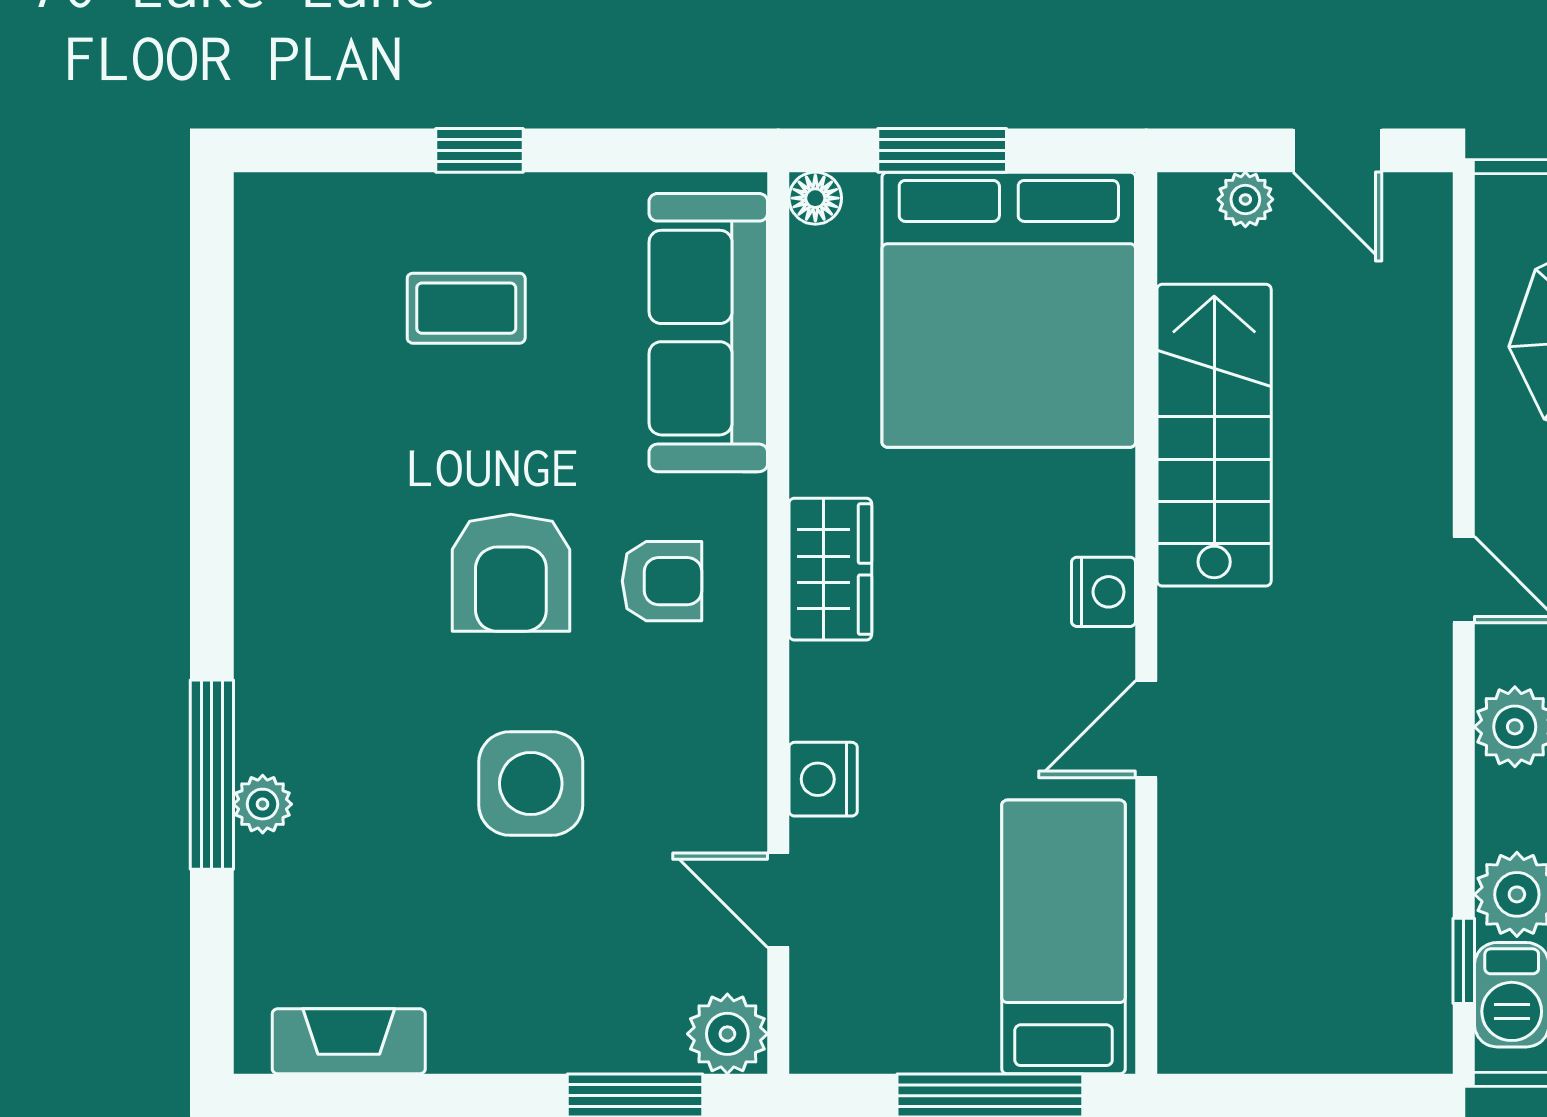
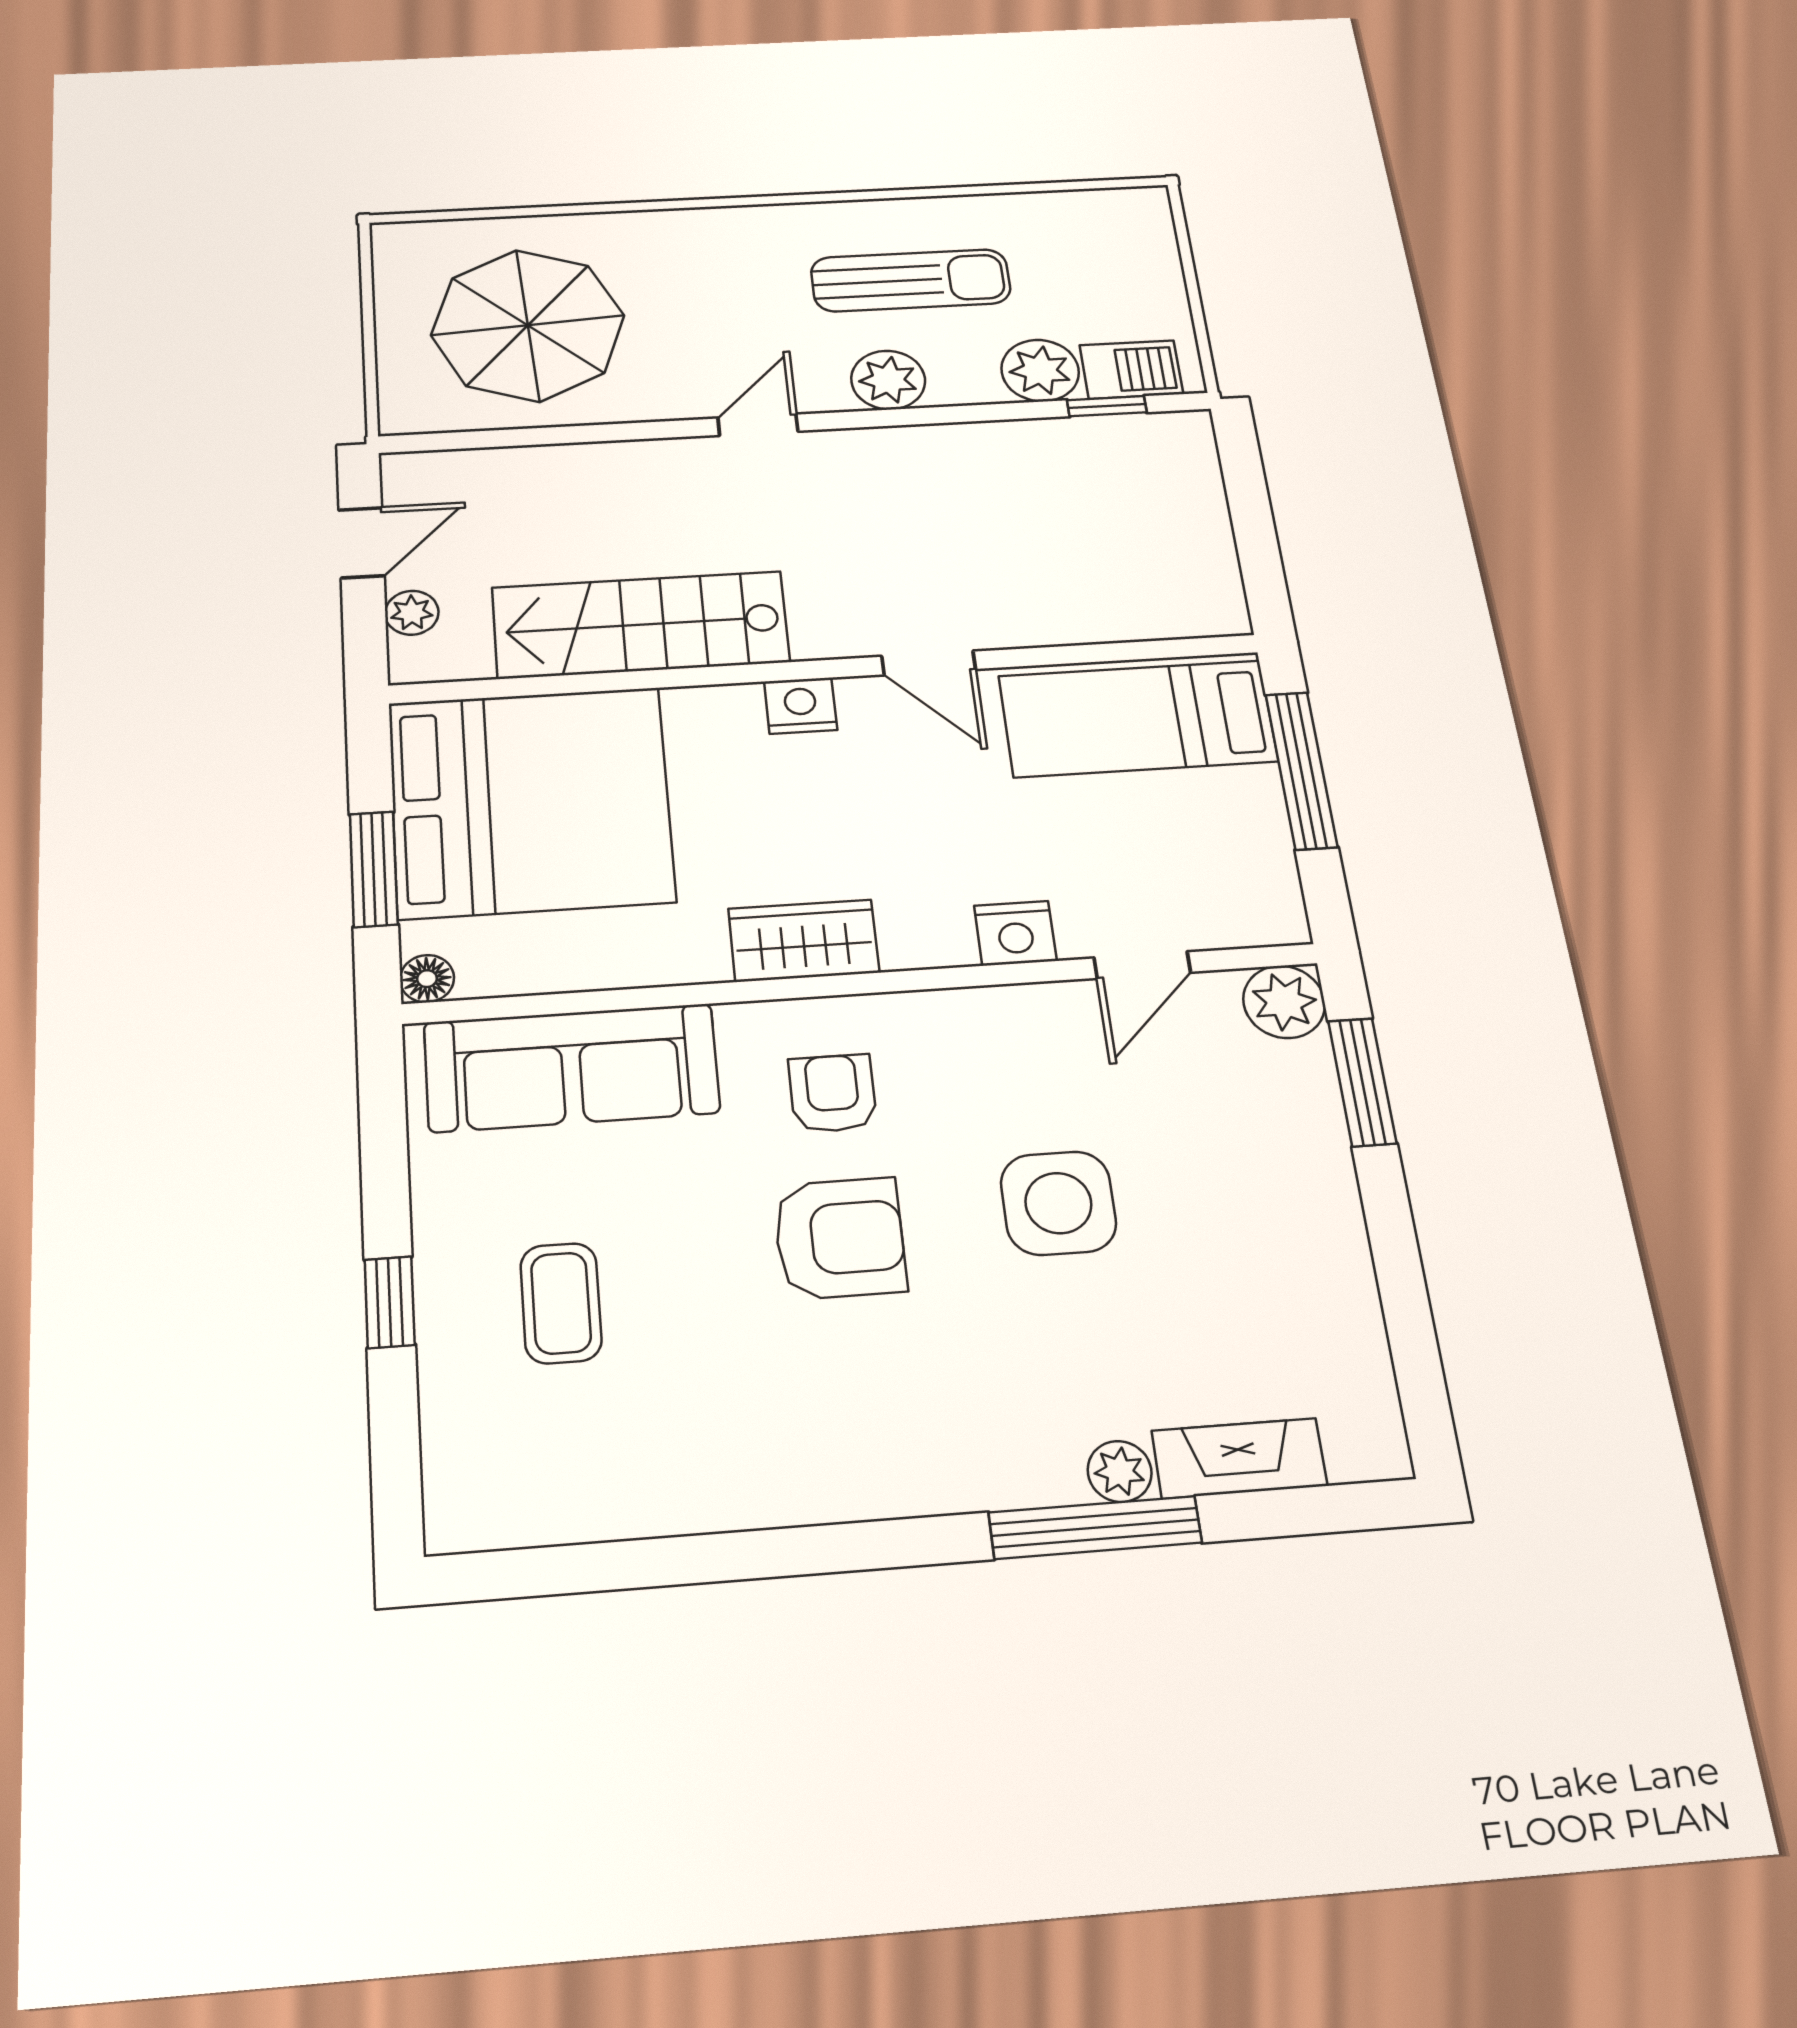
fireplace: (349, 1041) -> (1239, 1458), moved, turned 90

